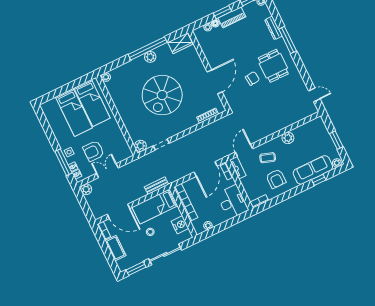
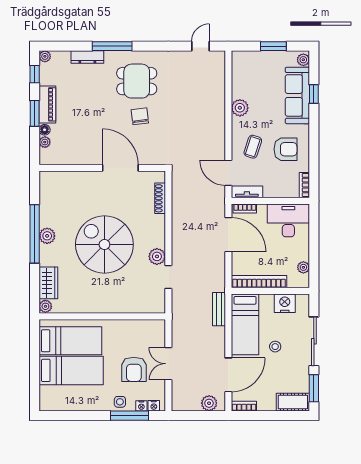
wardrobe: (180, 43) -> (48, 283), moved
spiral stairs: (162, 95) -> (104, 244), turned 180
plant: (140, 146) -> (157, 256), moved
plant: (86, 189) -> (209, 403), moved
cot: (115, 248) -> (293, 402), moved

